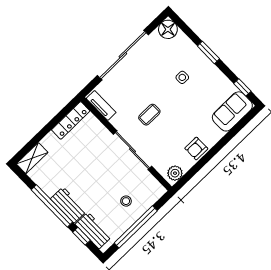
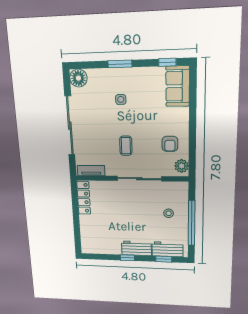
armchair: (196, 148) -> (170, 144), moved
shelving: (32, 158) -> (86, 241), removed
window: (52, 206) -> (127, 258), width x0.32

